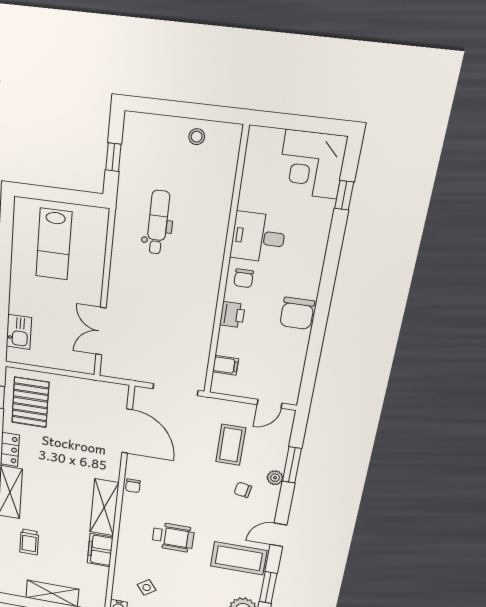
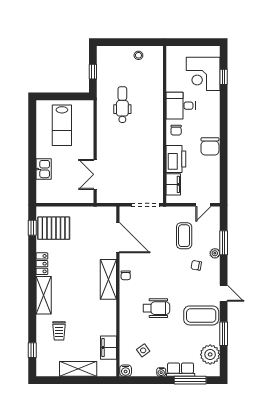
corner desk: (312, 164) -> (203, 74), moved
printer: (232, 315) -> (176, 159), width x1.87, depth x1.48
kitchen sink: (19, 332) -> (44, 169), moved
filing cabinet: (225, 365) -> (173, 184), width x2.00
pallet: (30, 402) -> (54, 228), turned 90
shelving: (104, 507) -> (108, 279), moved
door: (278, 535) -> (224, 293), swing flipped
filing cabinet: (100, 550) -> (109, 348), moved

